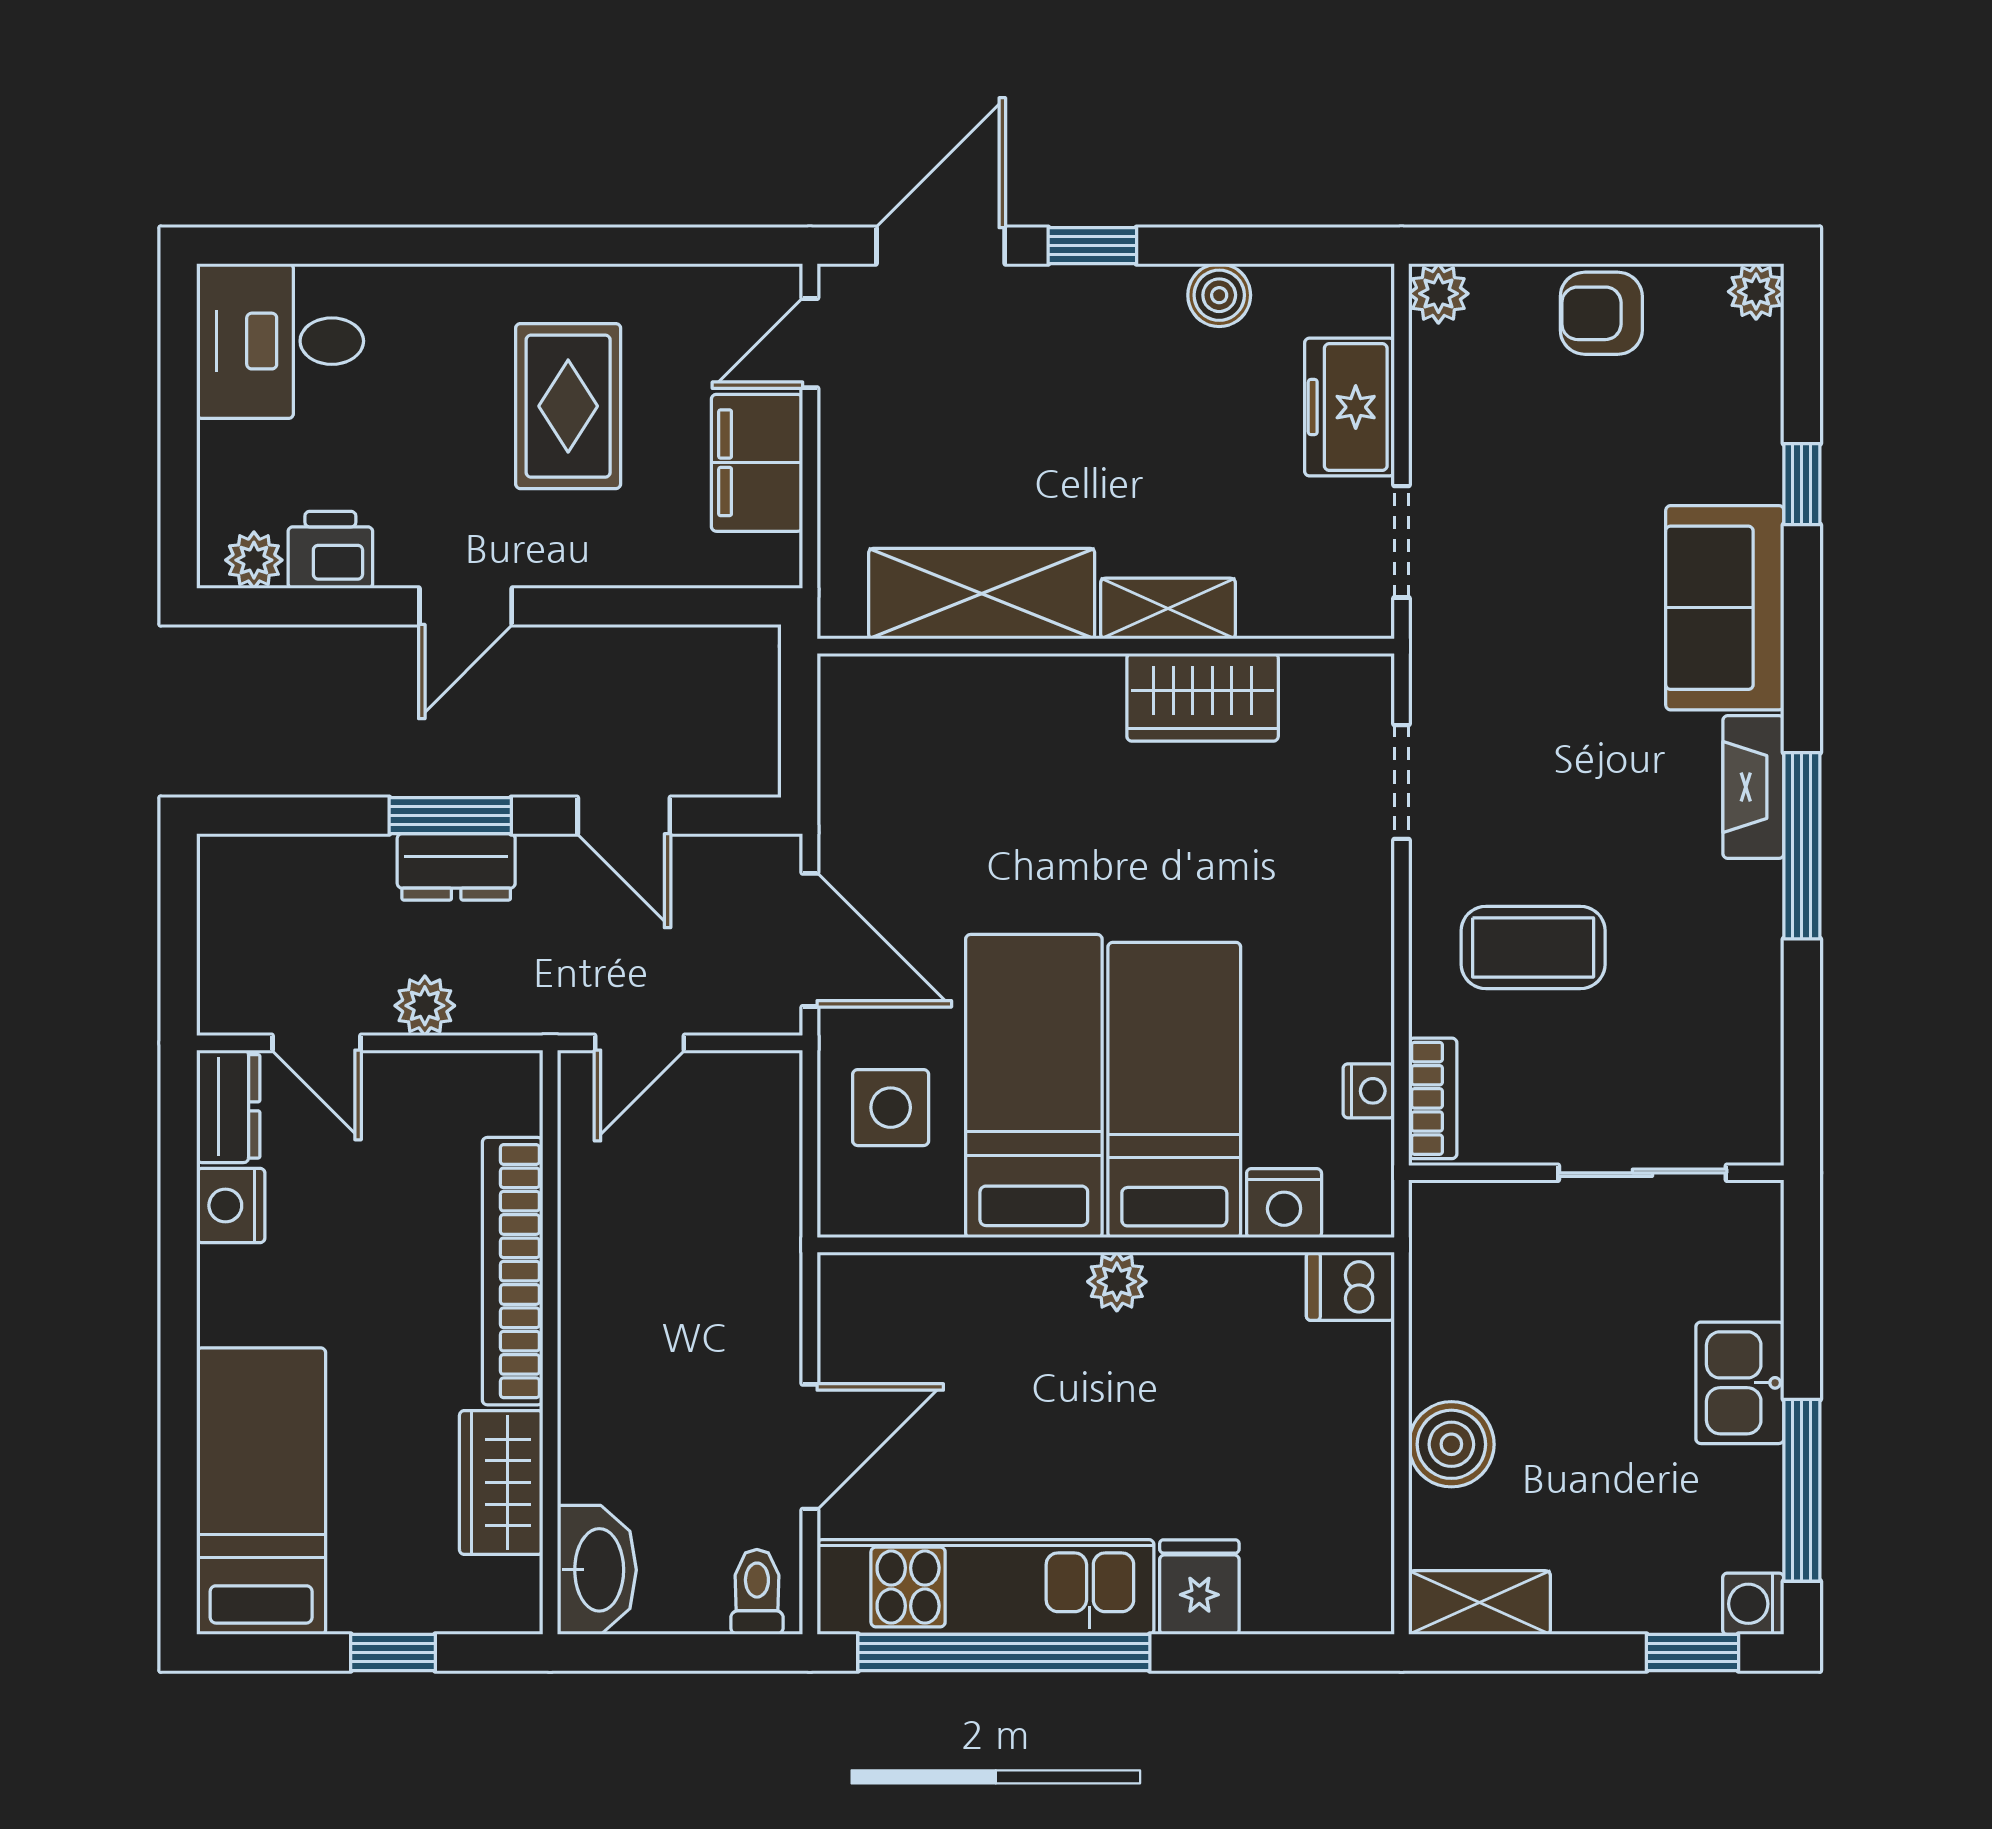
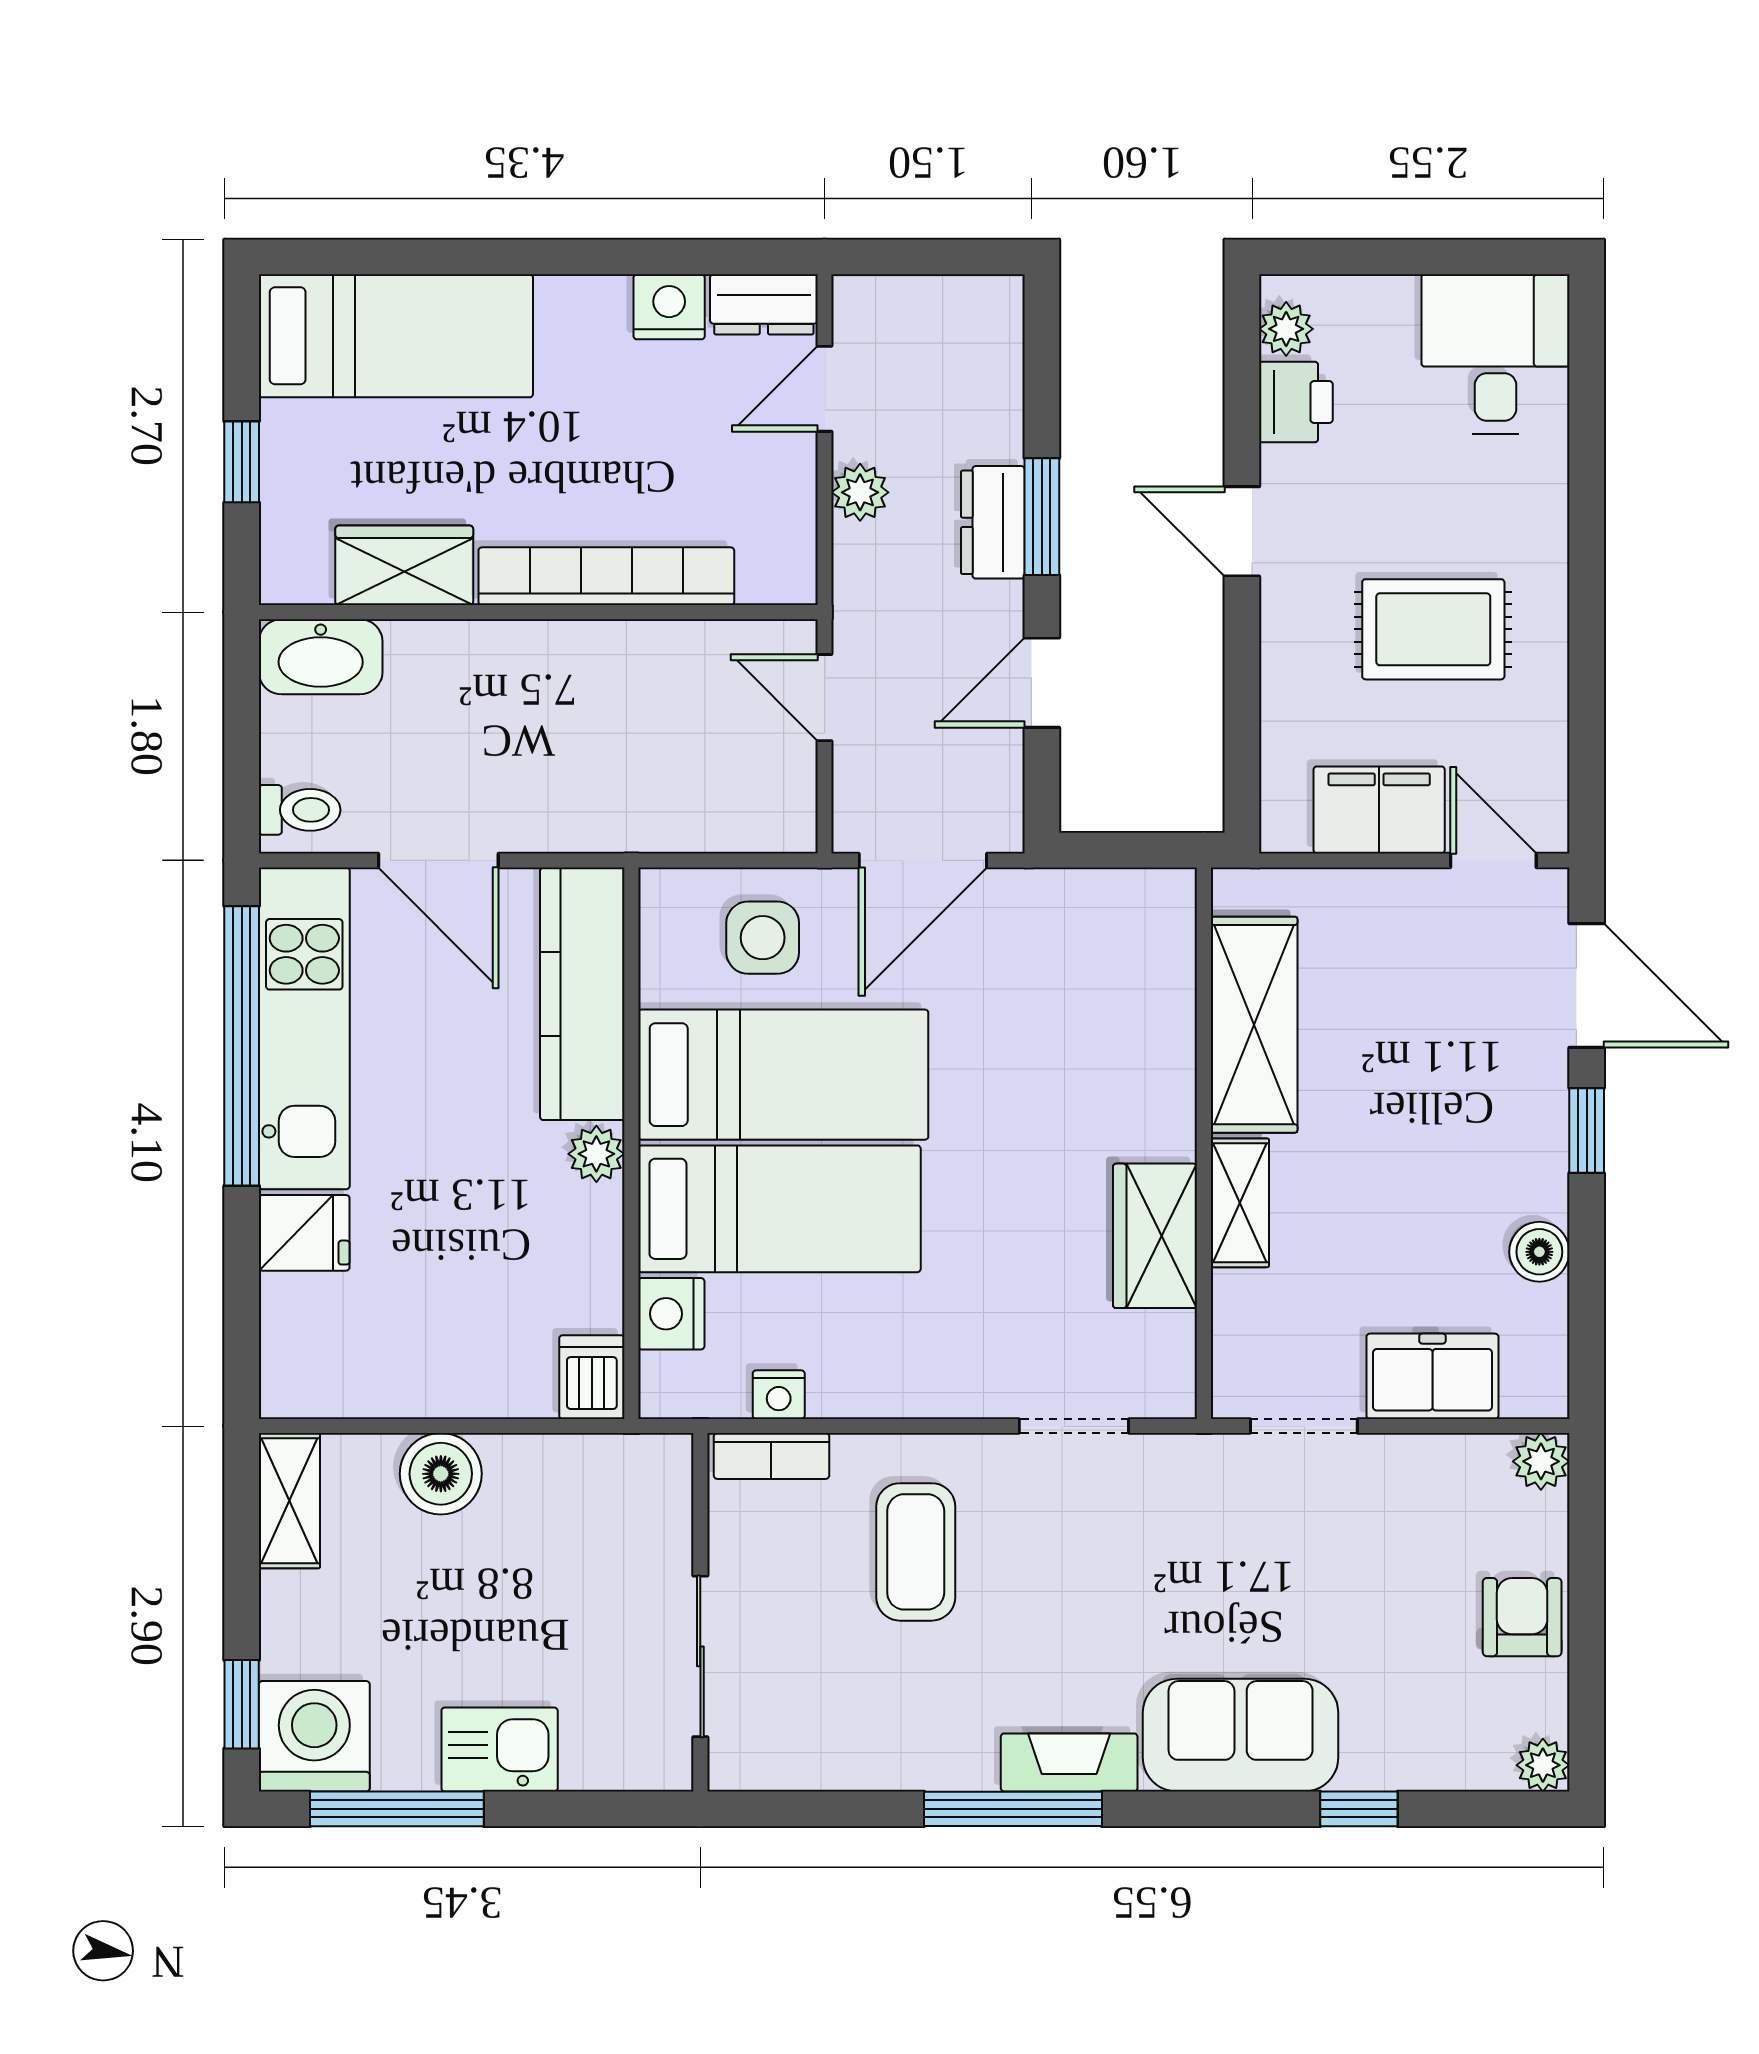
kitchen counter: (949, 1296) -> (582, 994), added
washing machine: (1753, 1604) -> (314, 1736), width x1.89, depth x1.89

